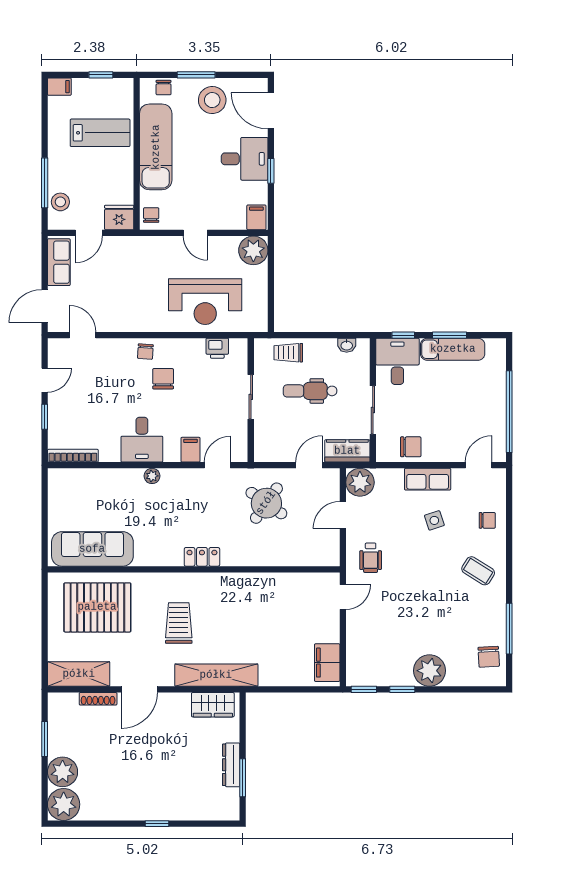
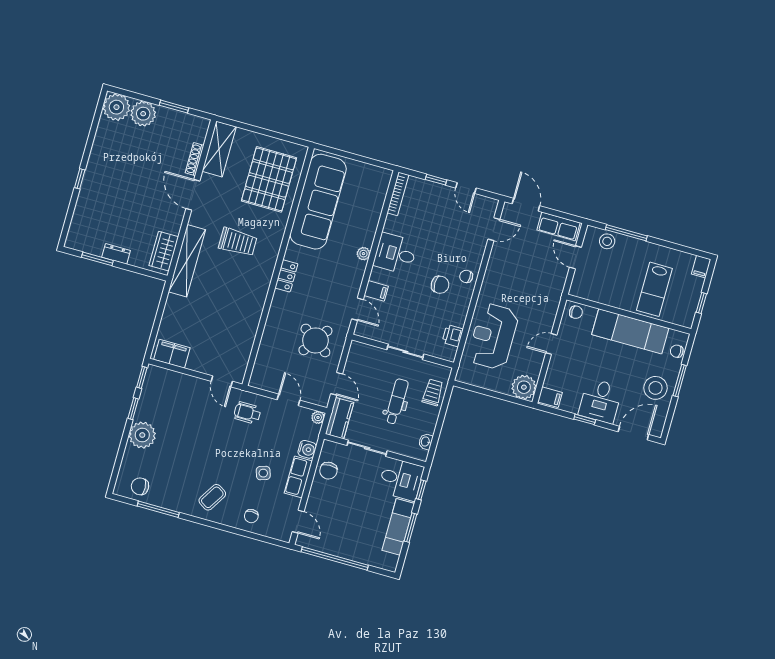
fridge: (119, 217) -> (581, 286), removed
water cooler: (393, 478) -> (307, 449), added
plant: (360, 482) -> (318, 417), width x0.53, depth x0.53
sofa: (92, 549) -> (318, 202), width x1.36, depth x1.27
dresser: (231, 765) -> (116, 254), width x0.70

